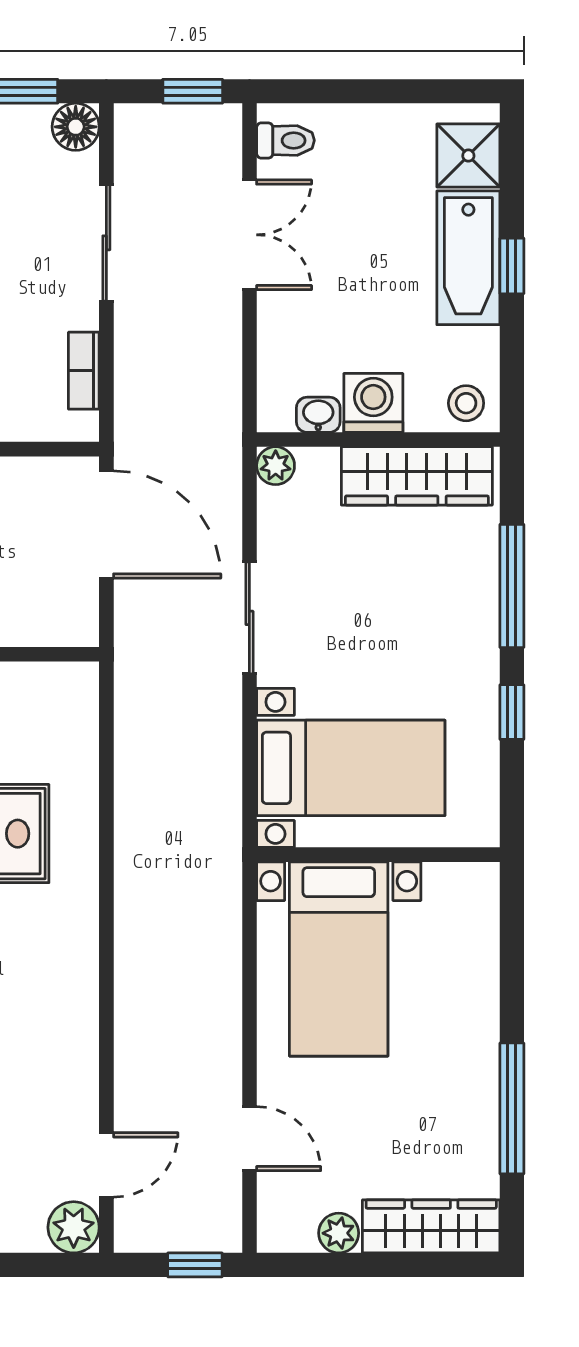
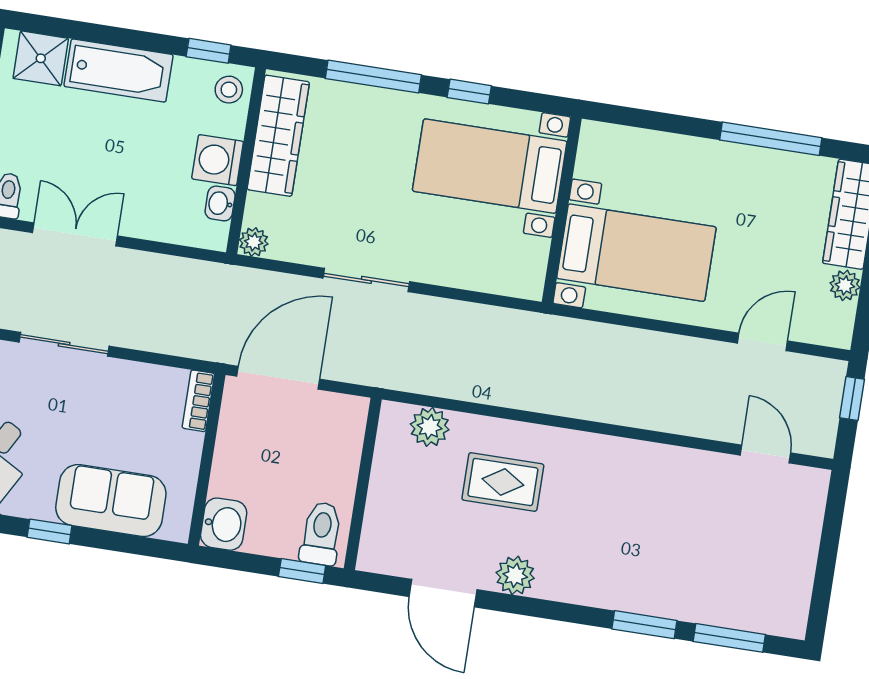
window: (512, 266) -> (209, 51), moved
bookcase: (84, 371) -> (198, 401), moved, turned 90
bed with nightstands: (351, 768) -> (490, 166), moved, turned -90
plant: (74, 1227) -> (430, 427), moved

